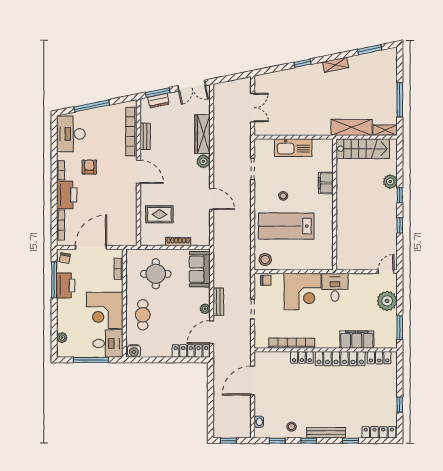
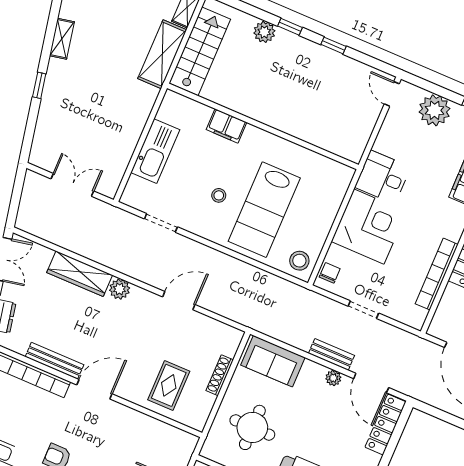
bench: (145, 136) -> (54, 361), width x1.36

